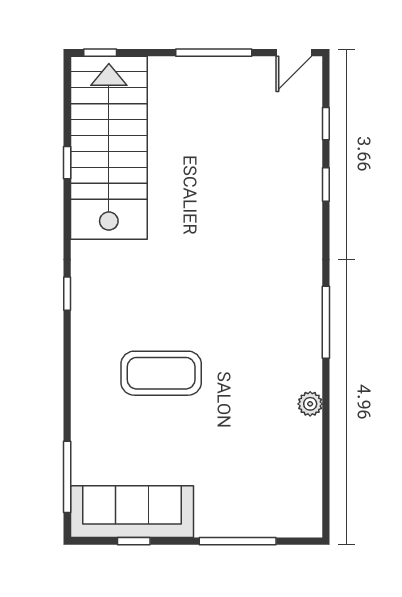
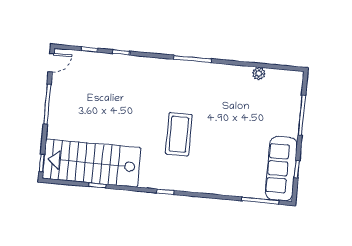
door: (294, 53) -> (51, 63), hinge flipped
coffee table: (161, 373) -> (179, 134), moved
plant: (310, 404) -> (259, 73), moved

